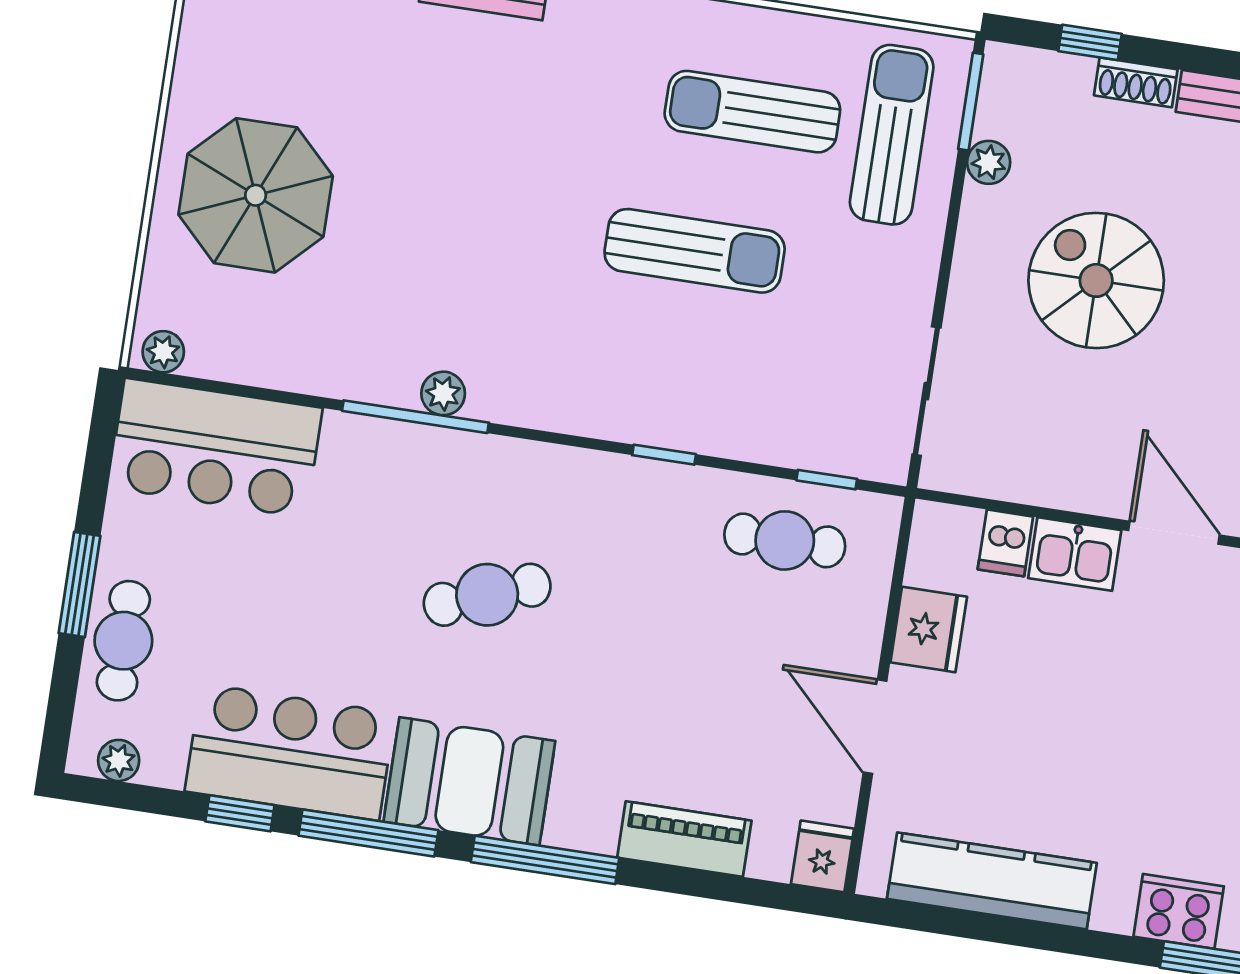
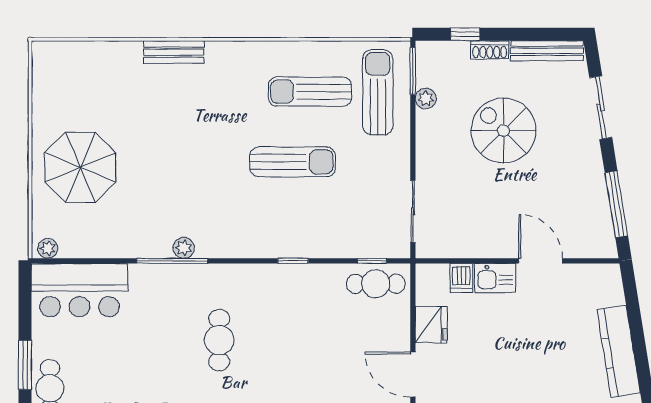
spiral stairs: (1096, 280) -> (503, 131), moved
cafe table: (785, 540) -> (376, 284), moved
cafe table: (487, 595) -> (219, 340), turned -69

